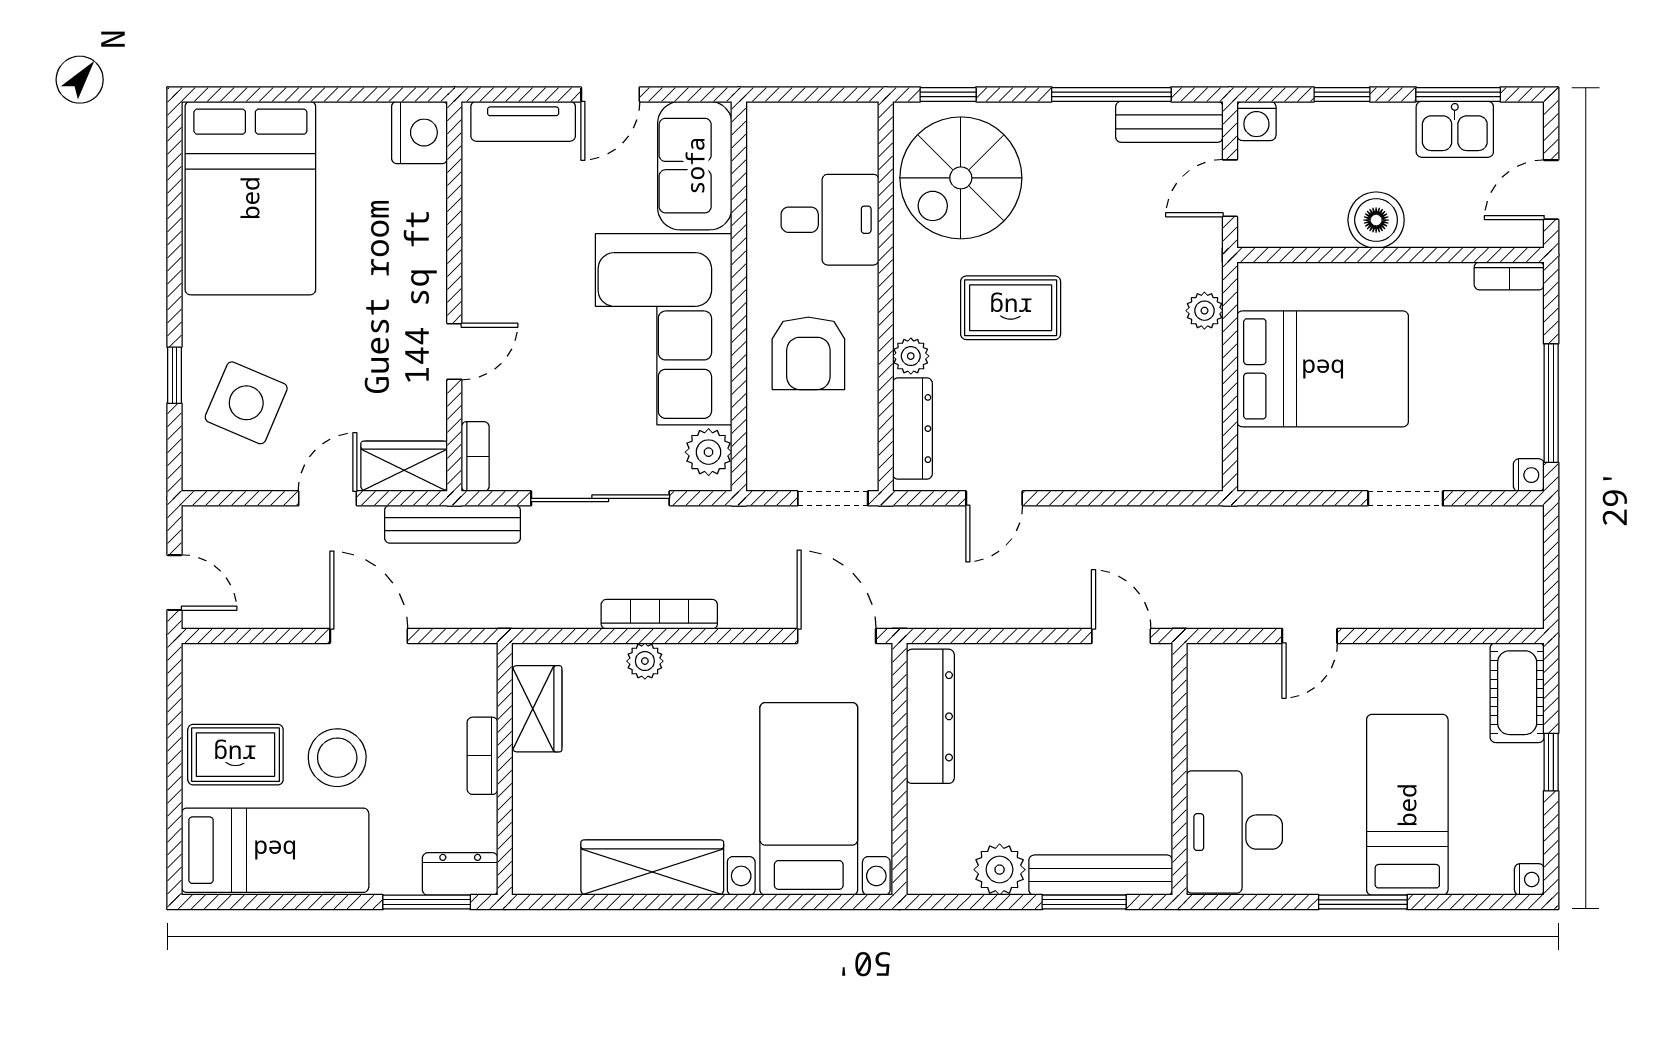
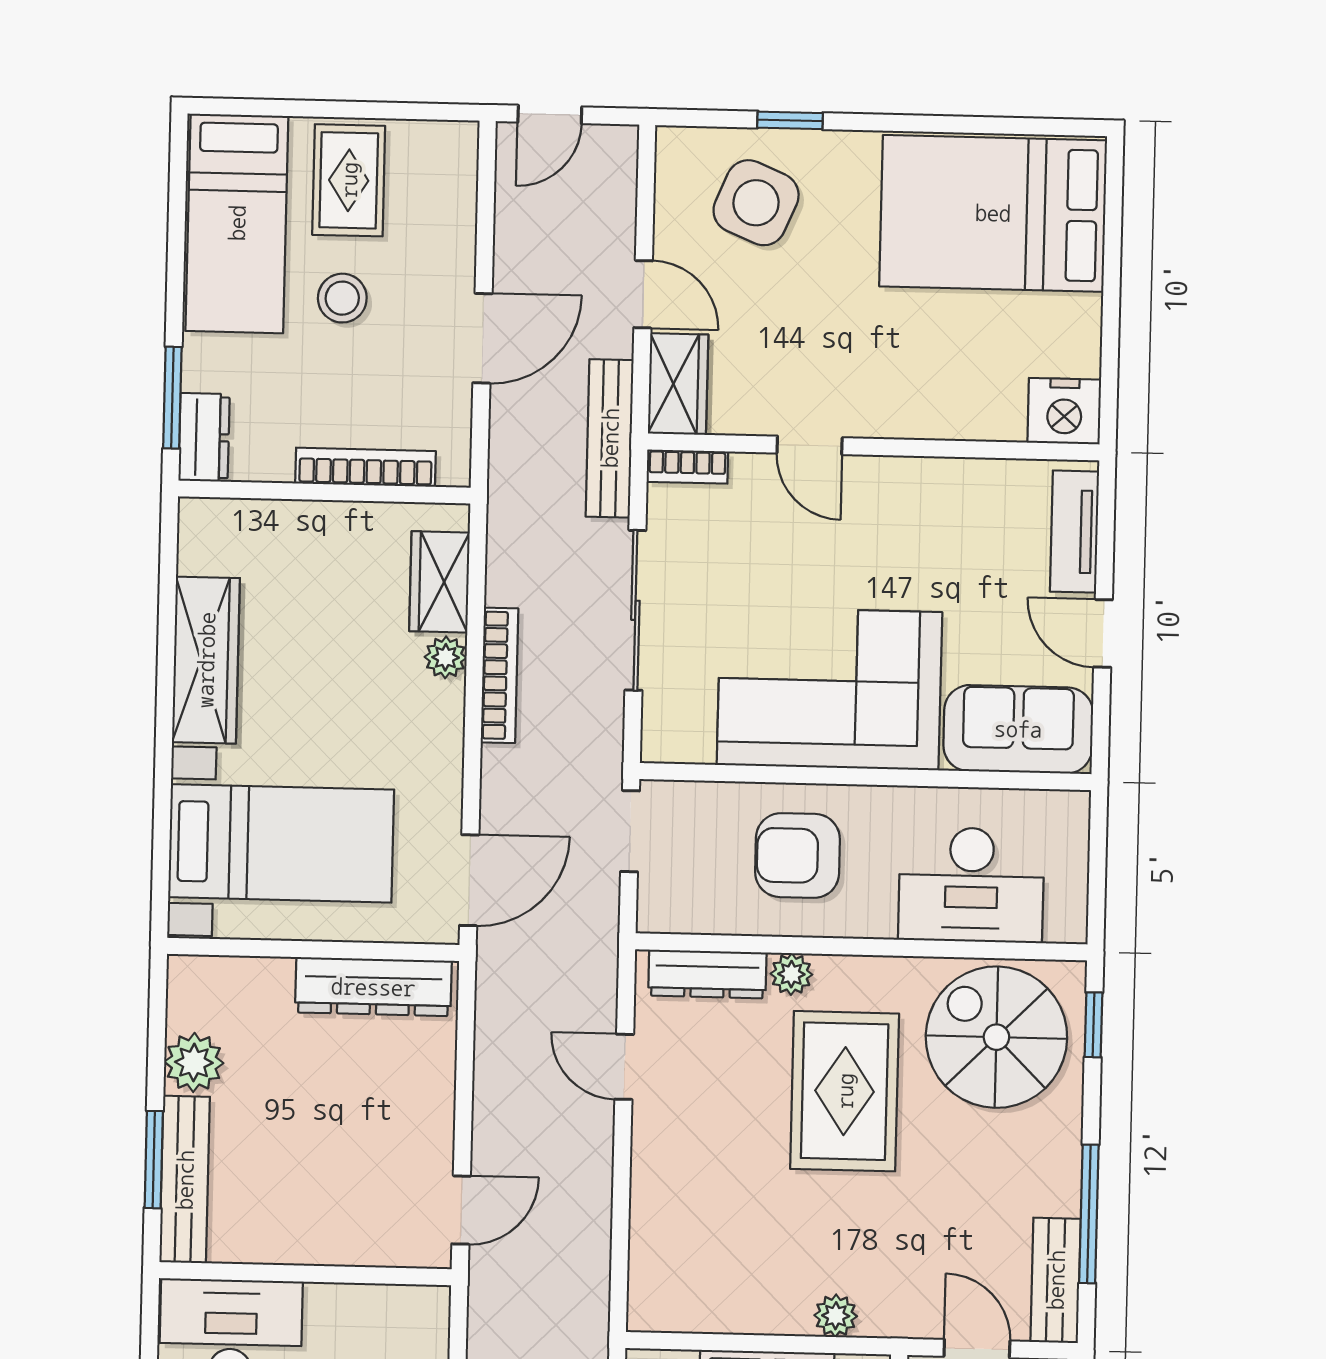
desk: (830, 220) -> (971, 885), width x1.37
rug: (1011, 308) -> (845, 1091), width x1.36, depth x1.43
plant: (709, 452) -> (686, 737), removed
doorway: (833, 498) -> (630, 831), moved
wardrobe: (537, 709) -> (439, 582), moved, turned 90
bookcase: (483, 756) -> (365, 467), width x1.56
stool: (337, 758) -> (342, 298), width x0.73, depth x0.73

